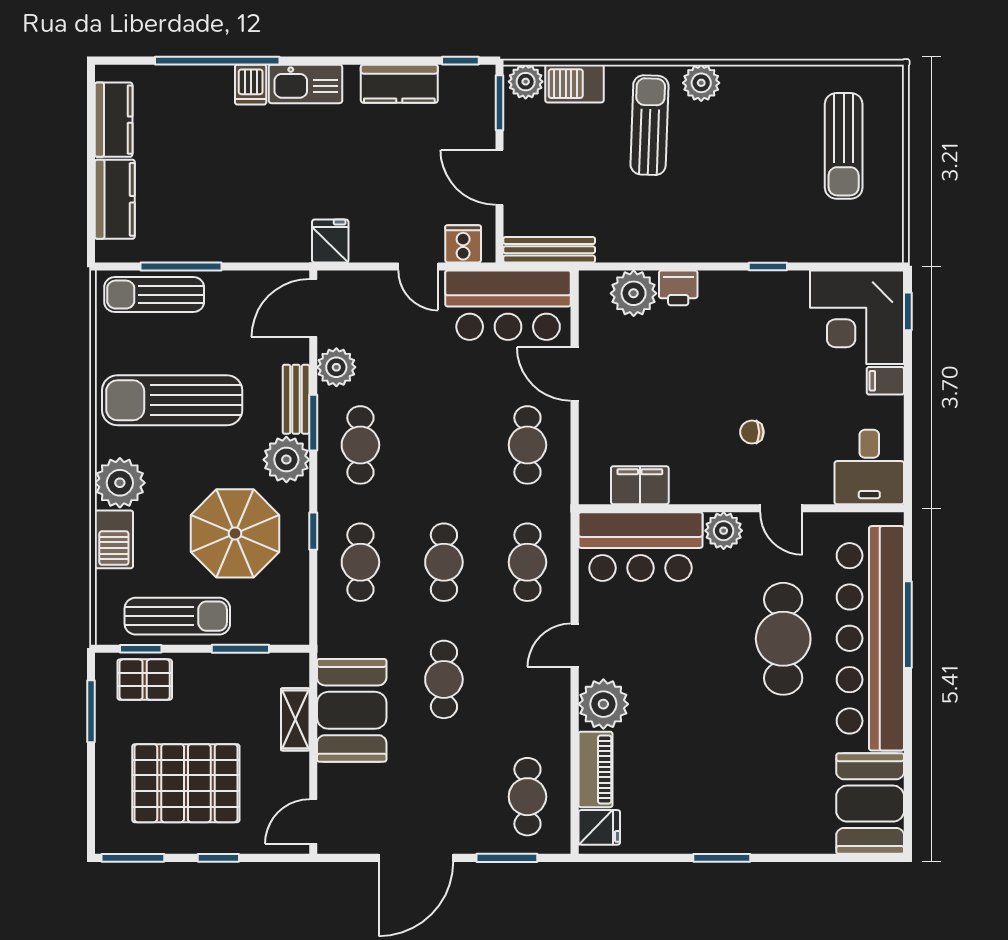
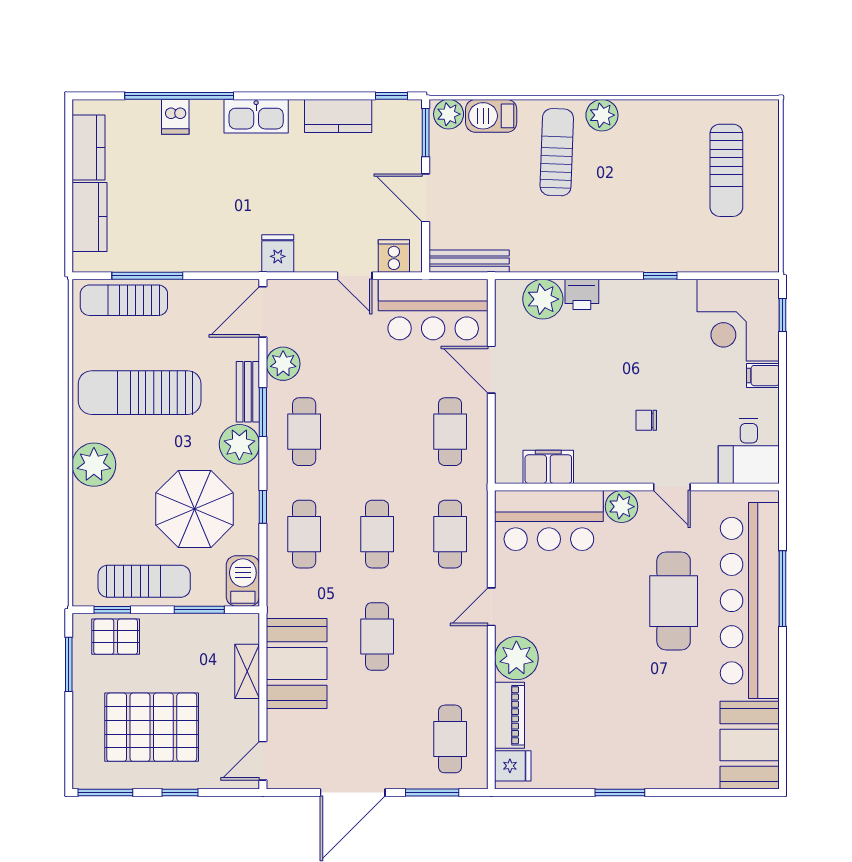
dishwasher: (251, 85) -> (175, 117), moved
barbecue: (114, 539) -> (243, 581), moved, turned 180

